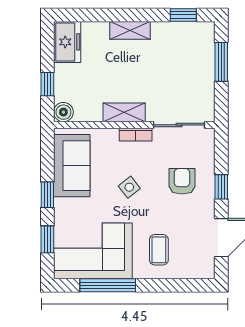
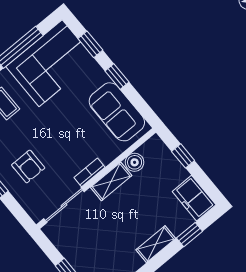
window: (96, 15) -> (190, 235), added
boiler: (63, 112) -> (135, 162), moved
side table: (129, 187) -> (63, 131), removed

